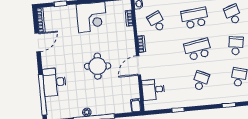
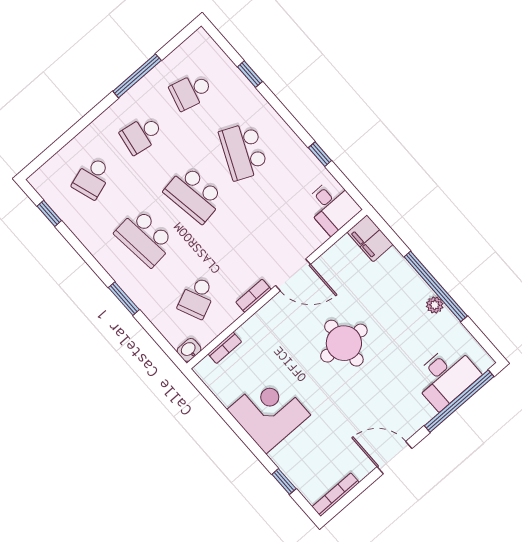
door: (38, 42) -> (395, 458), moved
school desk: (201, 81) -> (243, 151), width x1.85
desk: (54, 82) -> (446, 377), moved
desk: (153, 90) -> (332, 206), moved
filing cabinet: (136, 105) -> (370, 238), width x2.00

